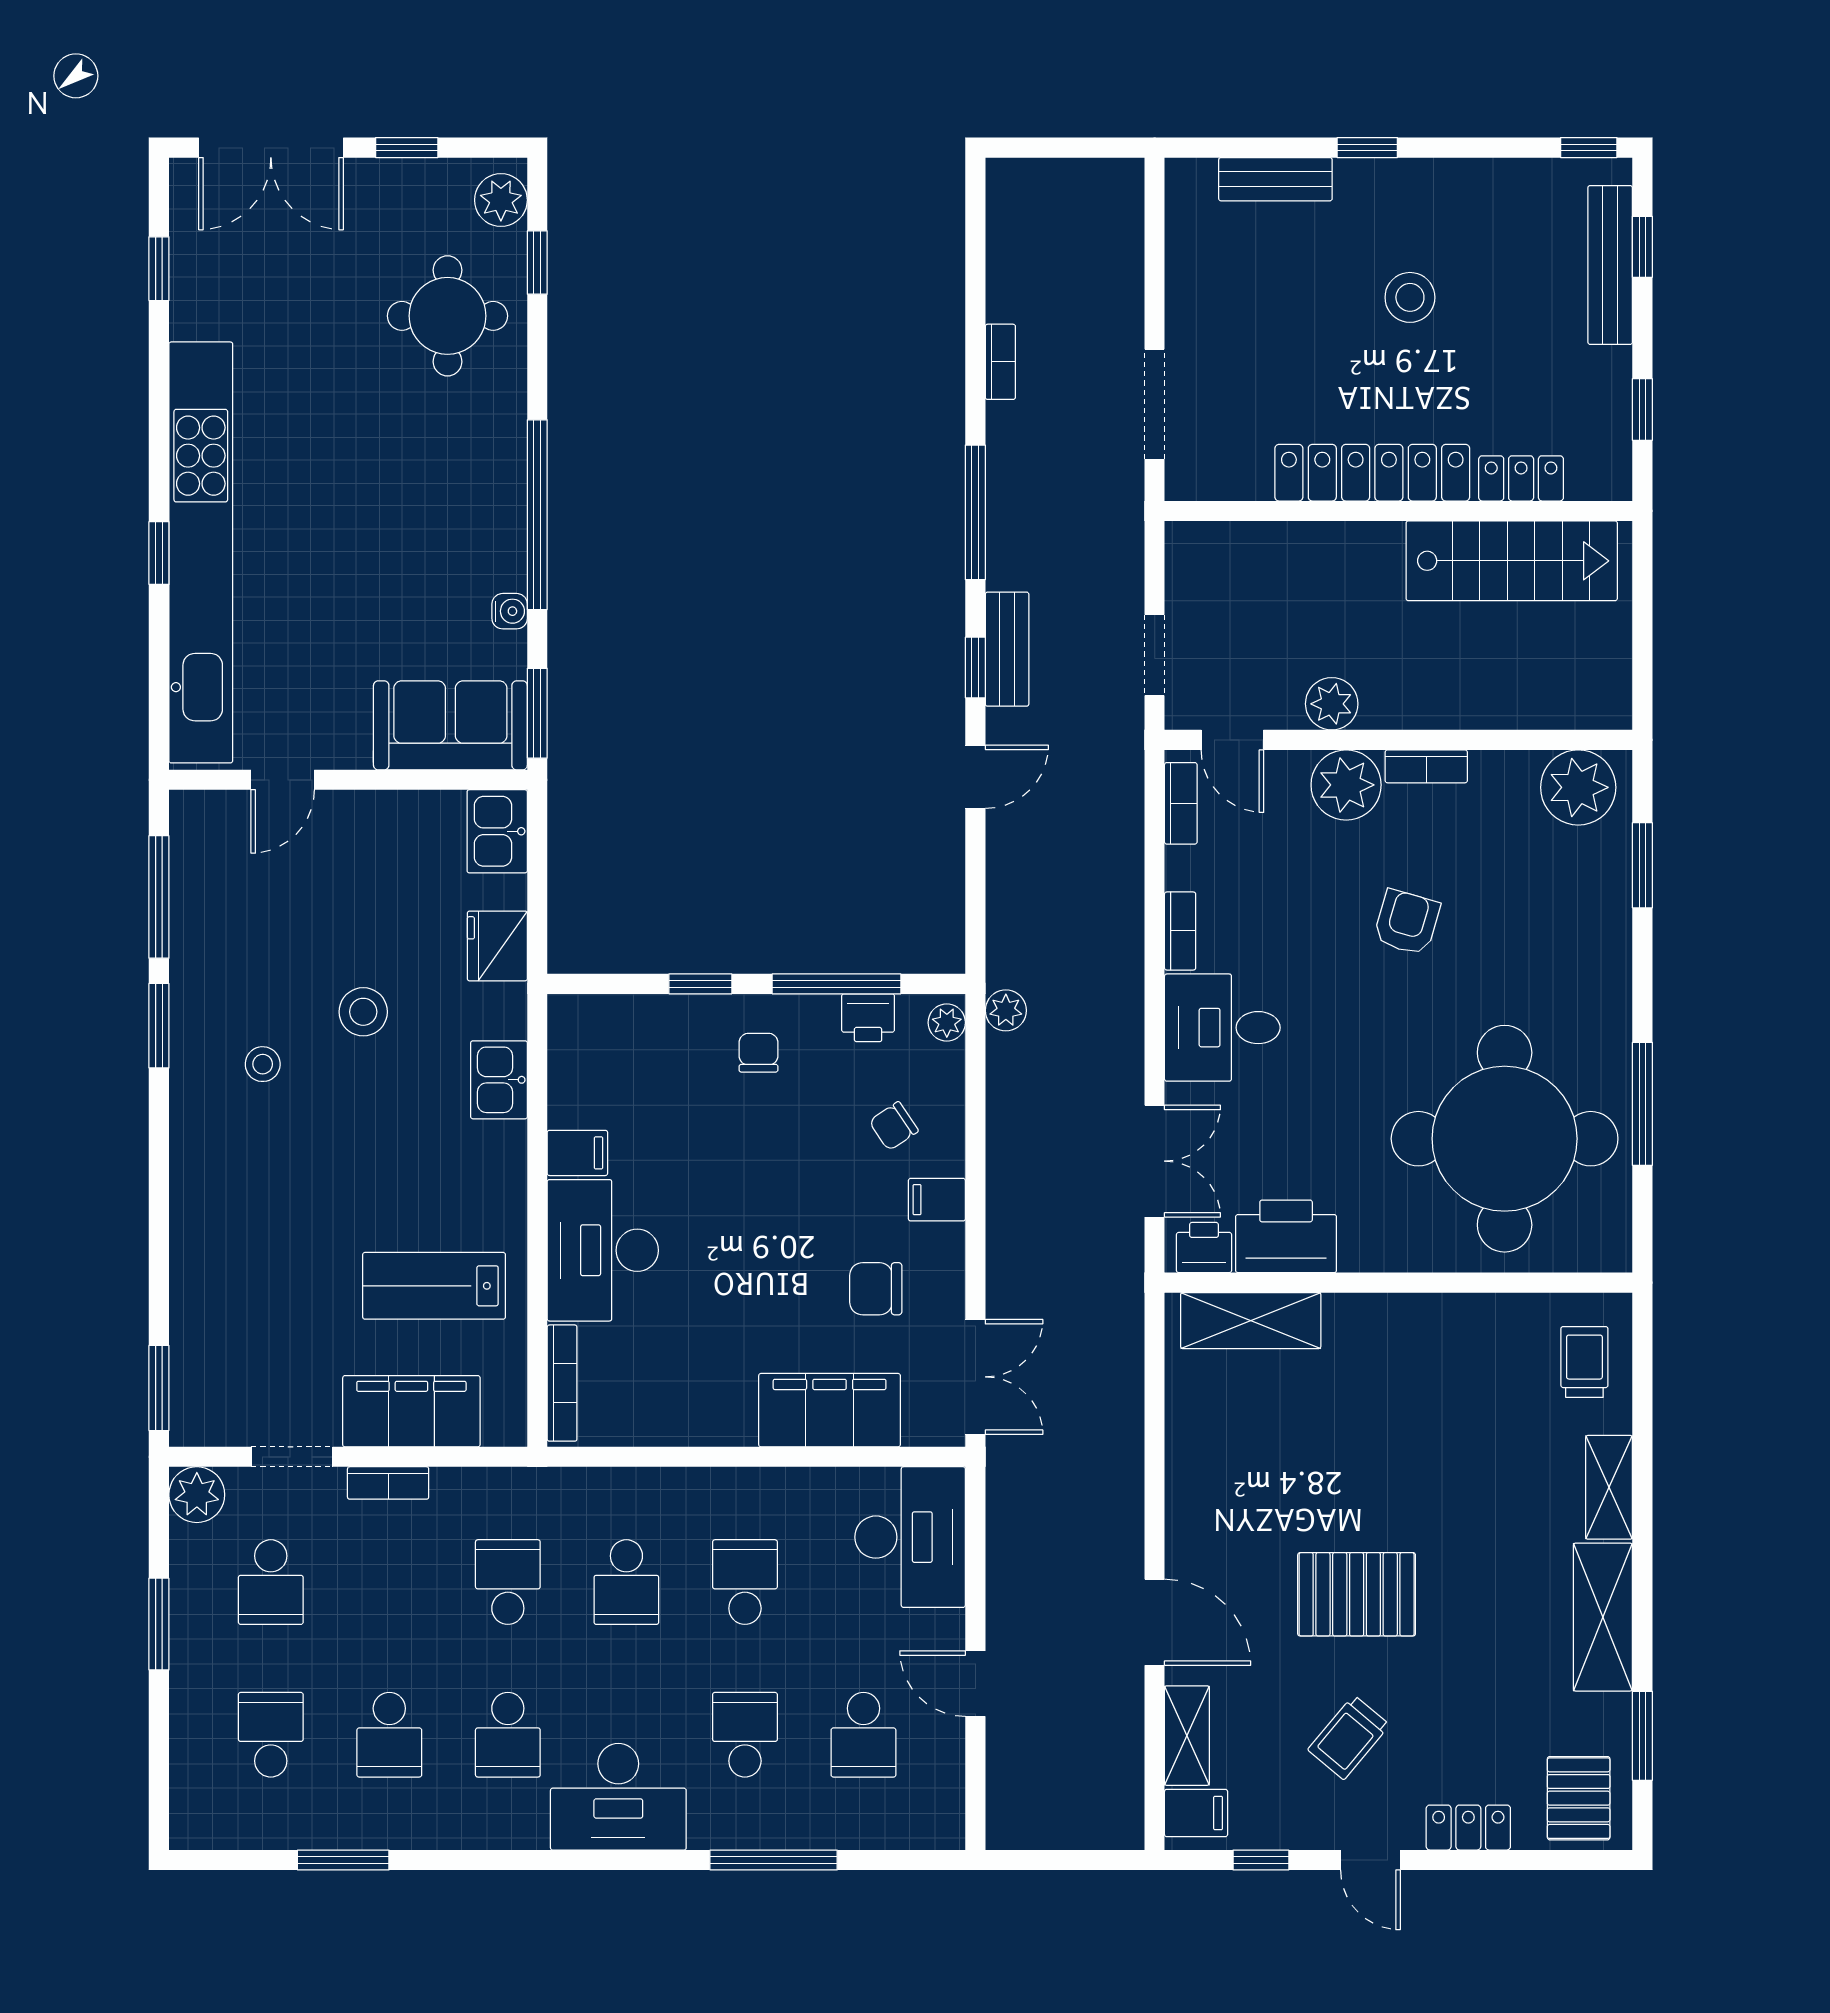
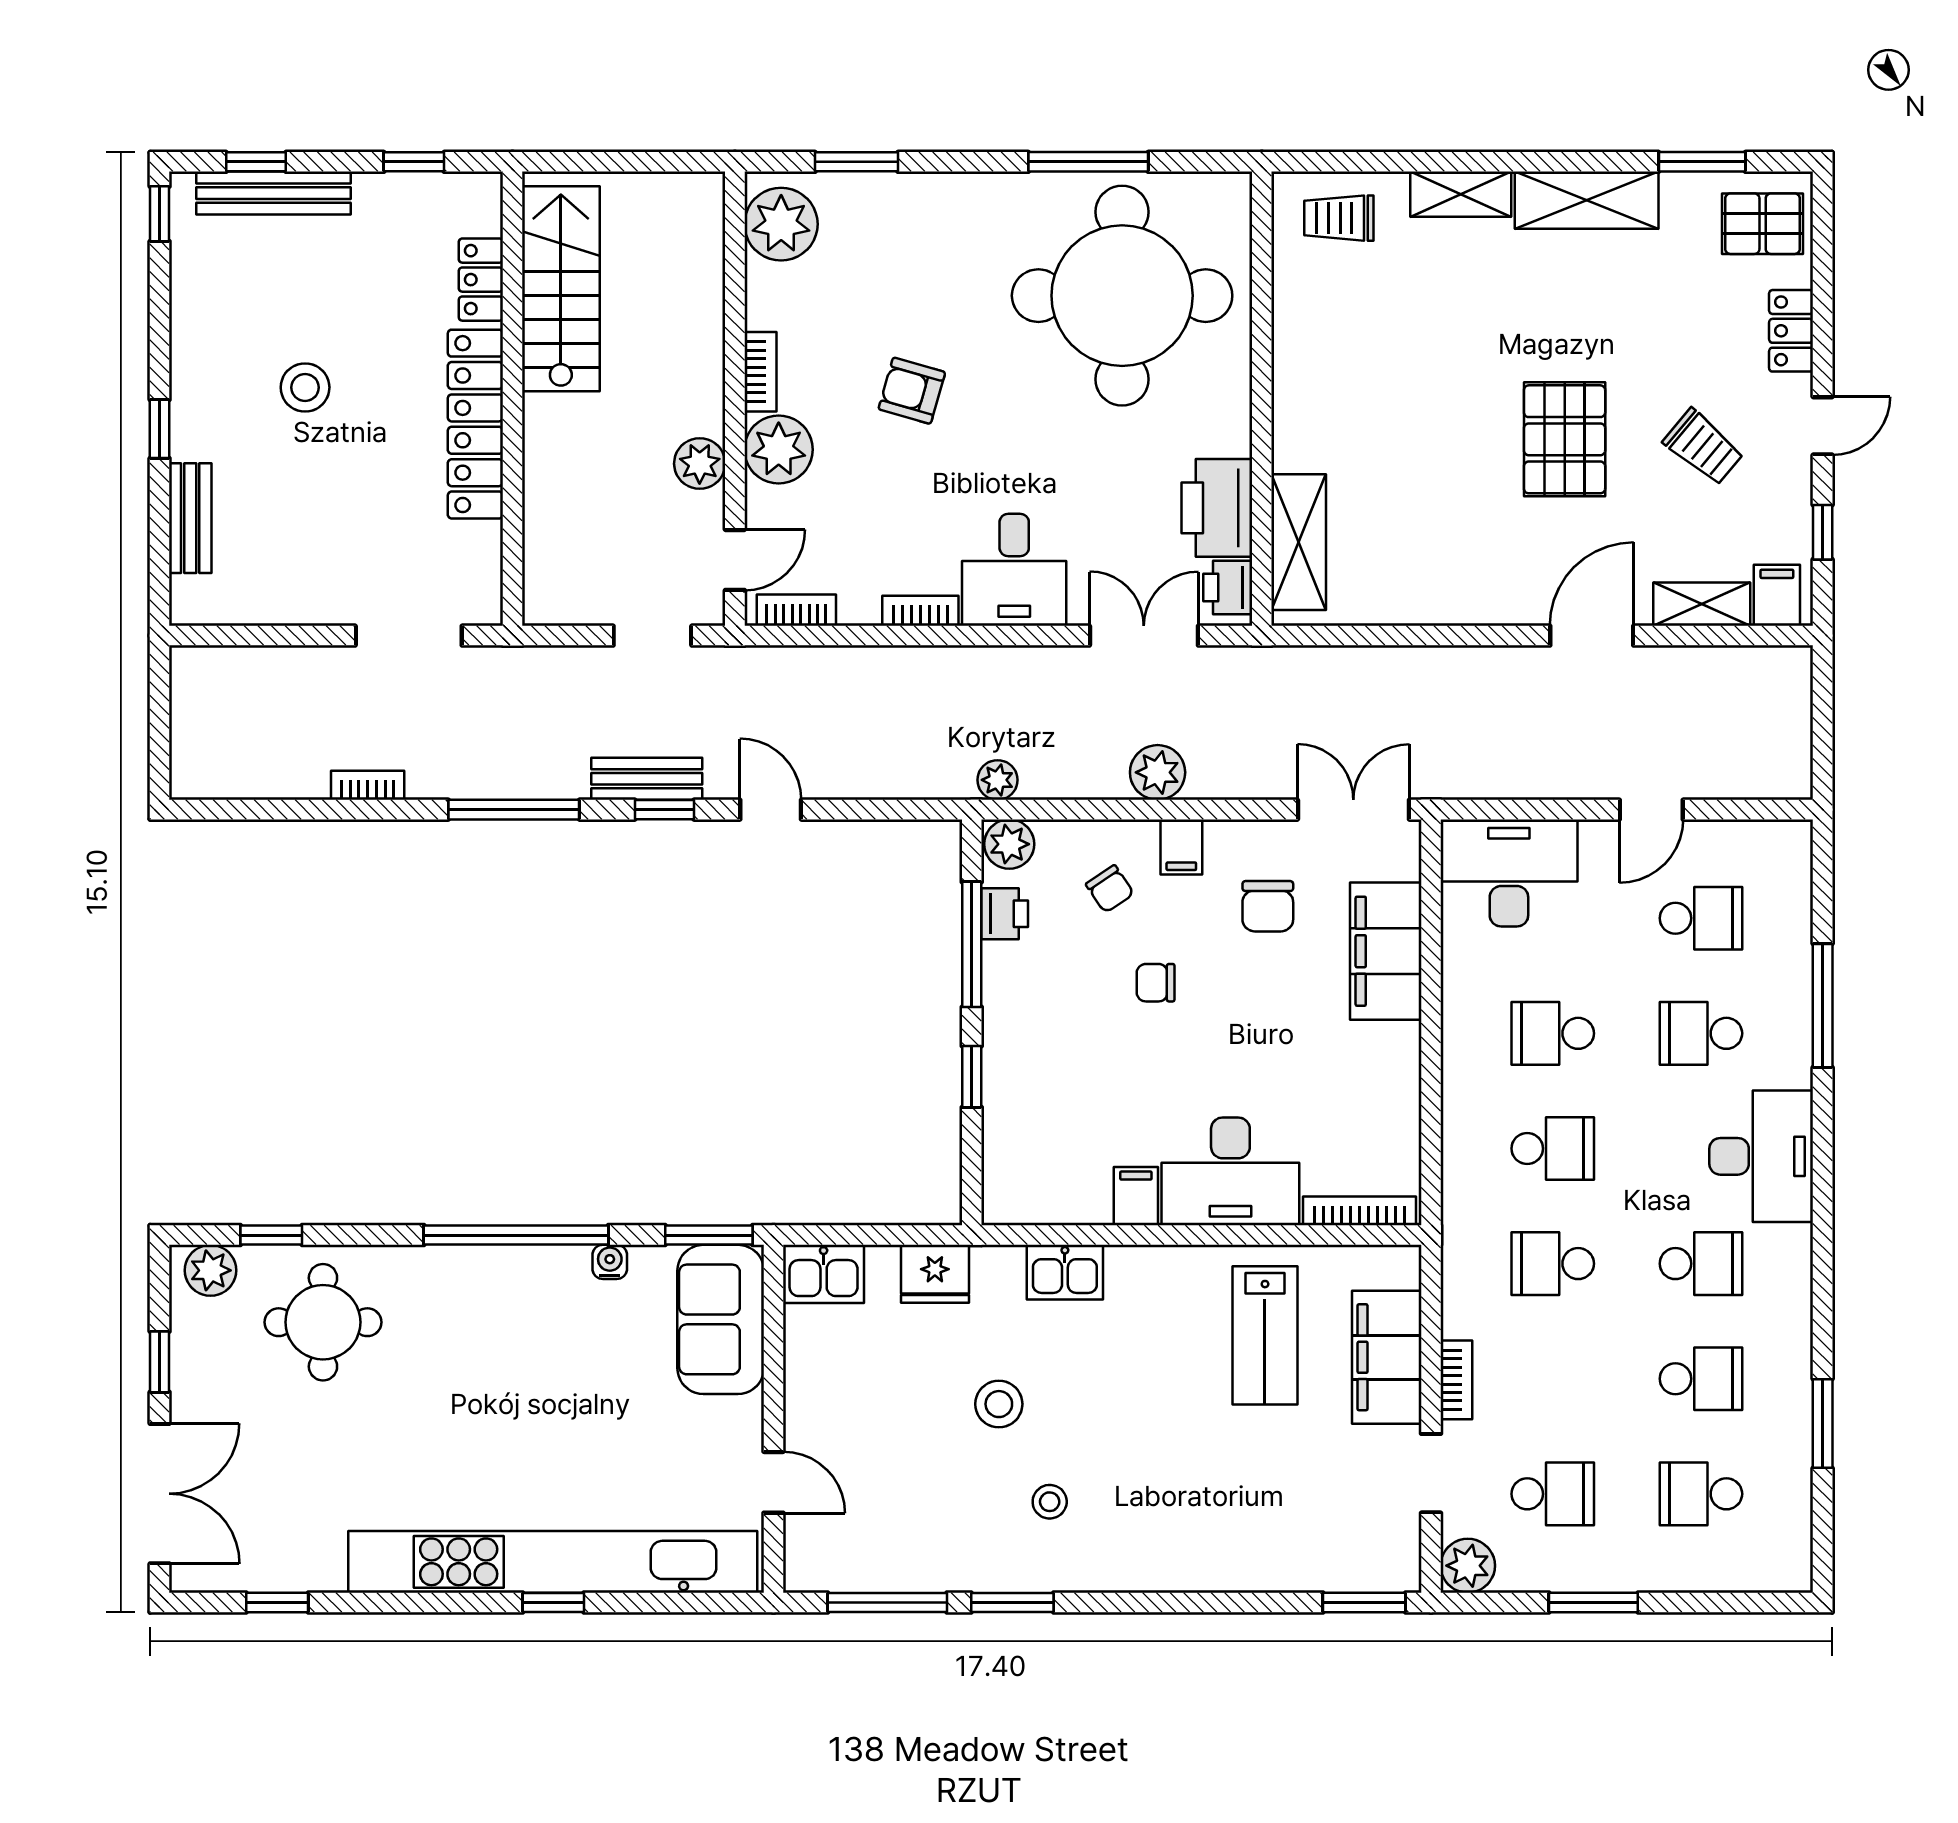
plant: (947, 1023) -> (1009, 844), width x1.38, depth x1.38
chair: (758, 1053) -> (1156, 983), moved
plant: (1014, 1175) -> (1158, 772), added

